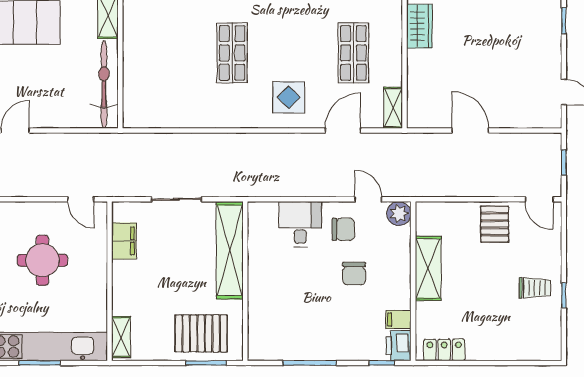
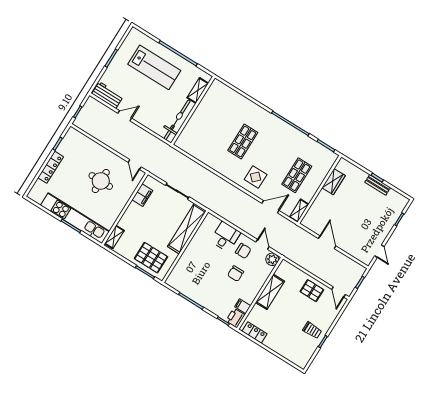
pallet: (495, 224) -> (312, 291), turned 90

